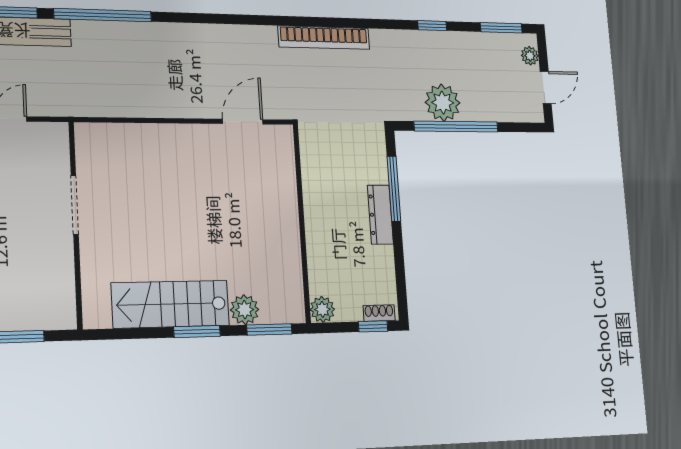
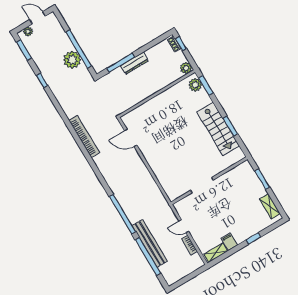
bookcase: (324, 38) -> (84, 136), moved
plant: (245, 310) -> (195, 85), moved
window: (197, 332) -> (230, 126), moved

